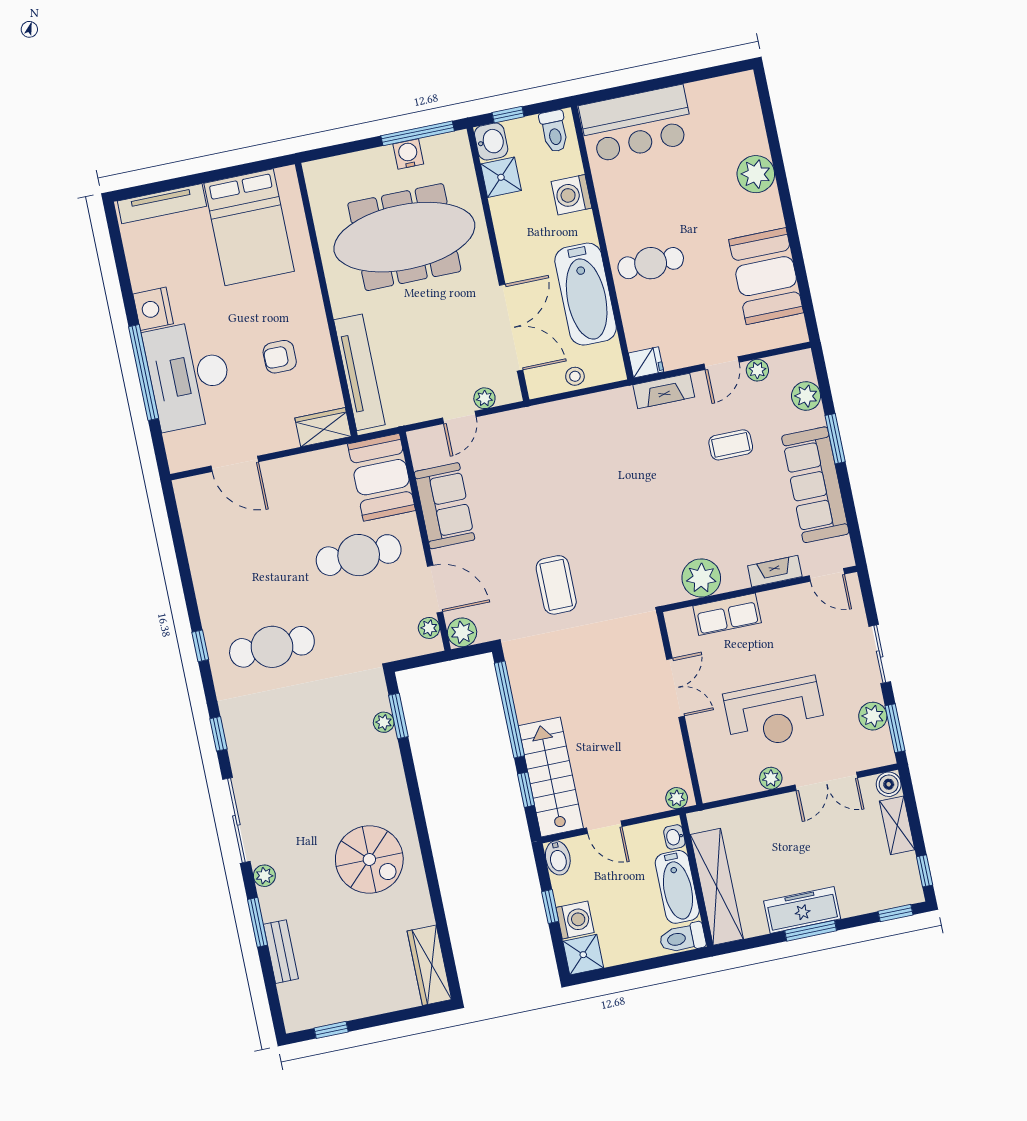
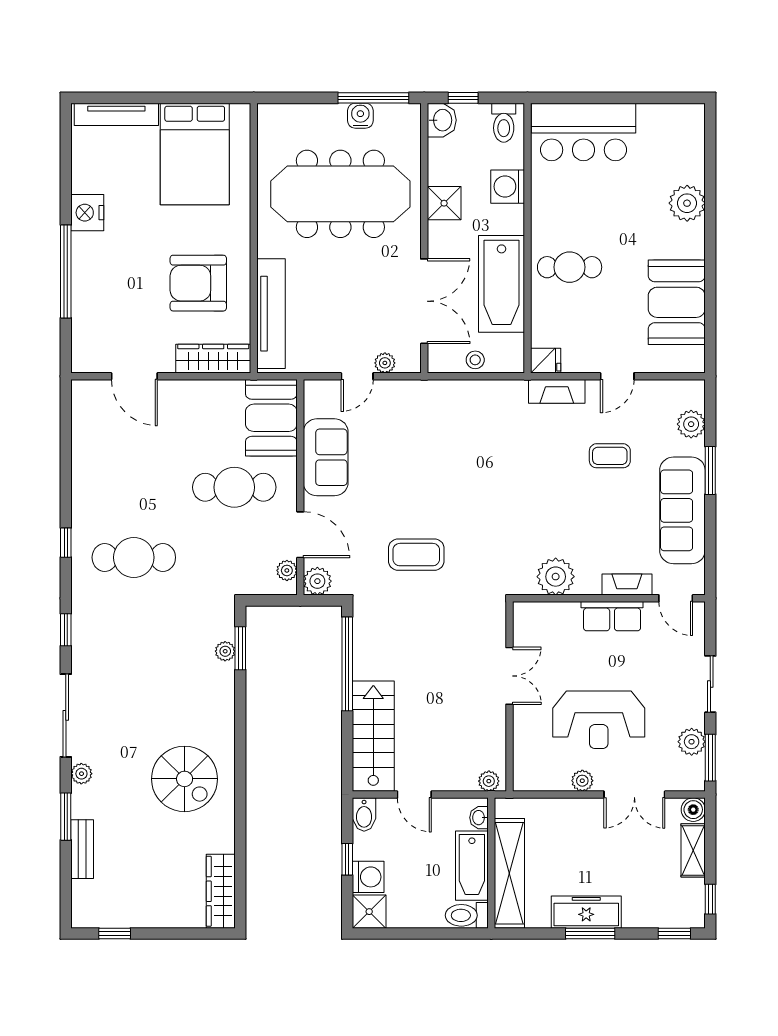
shower: (501, 177) -> (444, 203), moved
armchair: (280, 357) -> (198, 283), width x1.88, depth x1.88
plant: (757, 370) -> (650, 390), removed
desk: (189, 375) -> (108, 283), removed
wardrobe: (323, 427) -> (213, 359), width x1.50
coffee table: (556, 585) -> (416, 555), turned 90
row of seats: (727, 614) -> (612, 616), moved
window: (526, 790) -> (347, 743), removed

